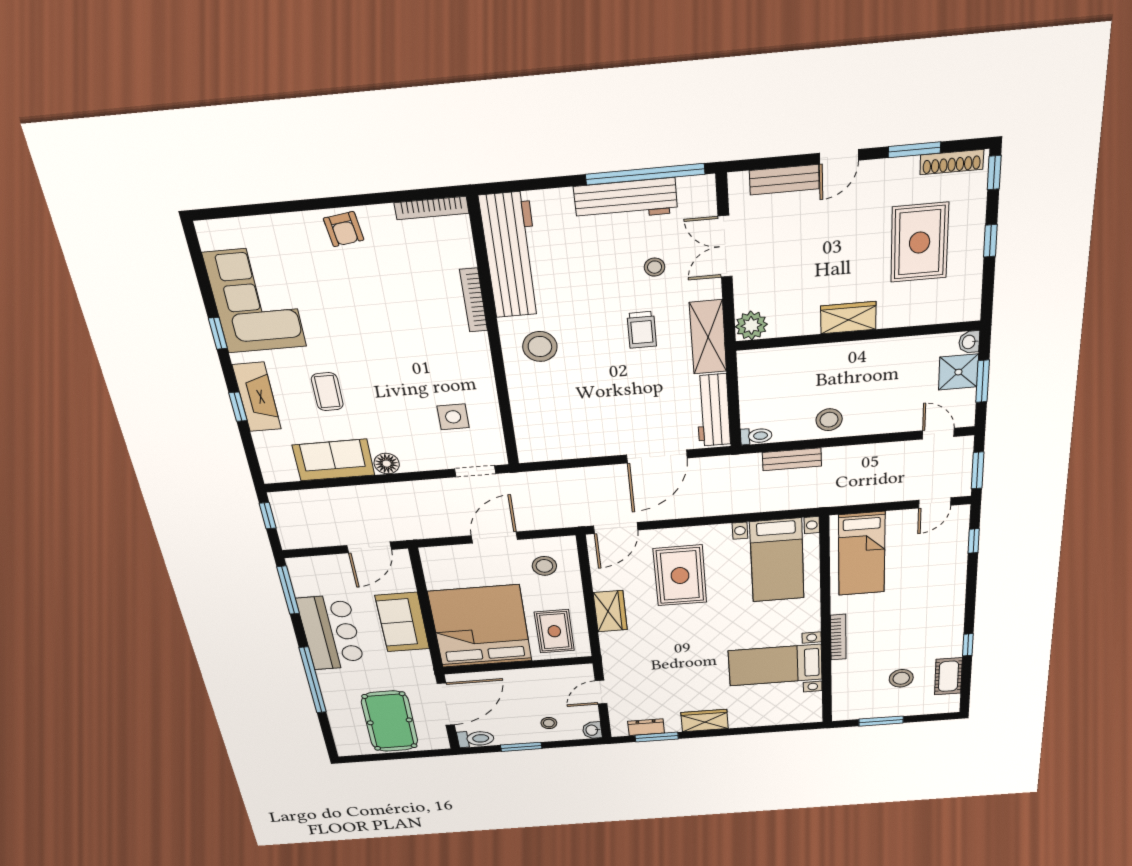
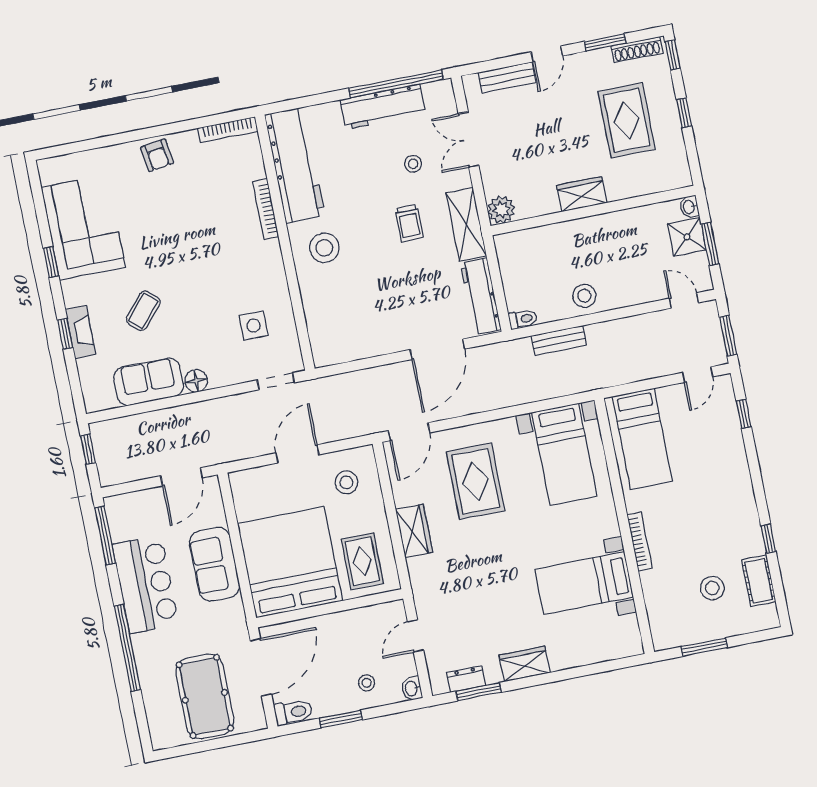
coffee table: (327, 392) -> (143, 311), turned 41
fireplace: (257, 397) -> (80, 332), width x0.73, depth x0.76

